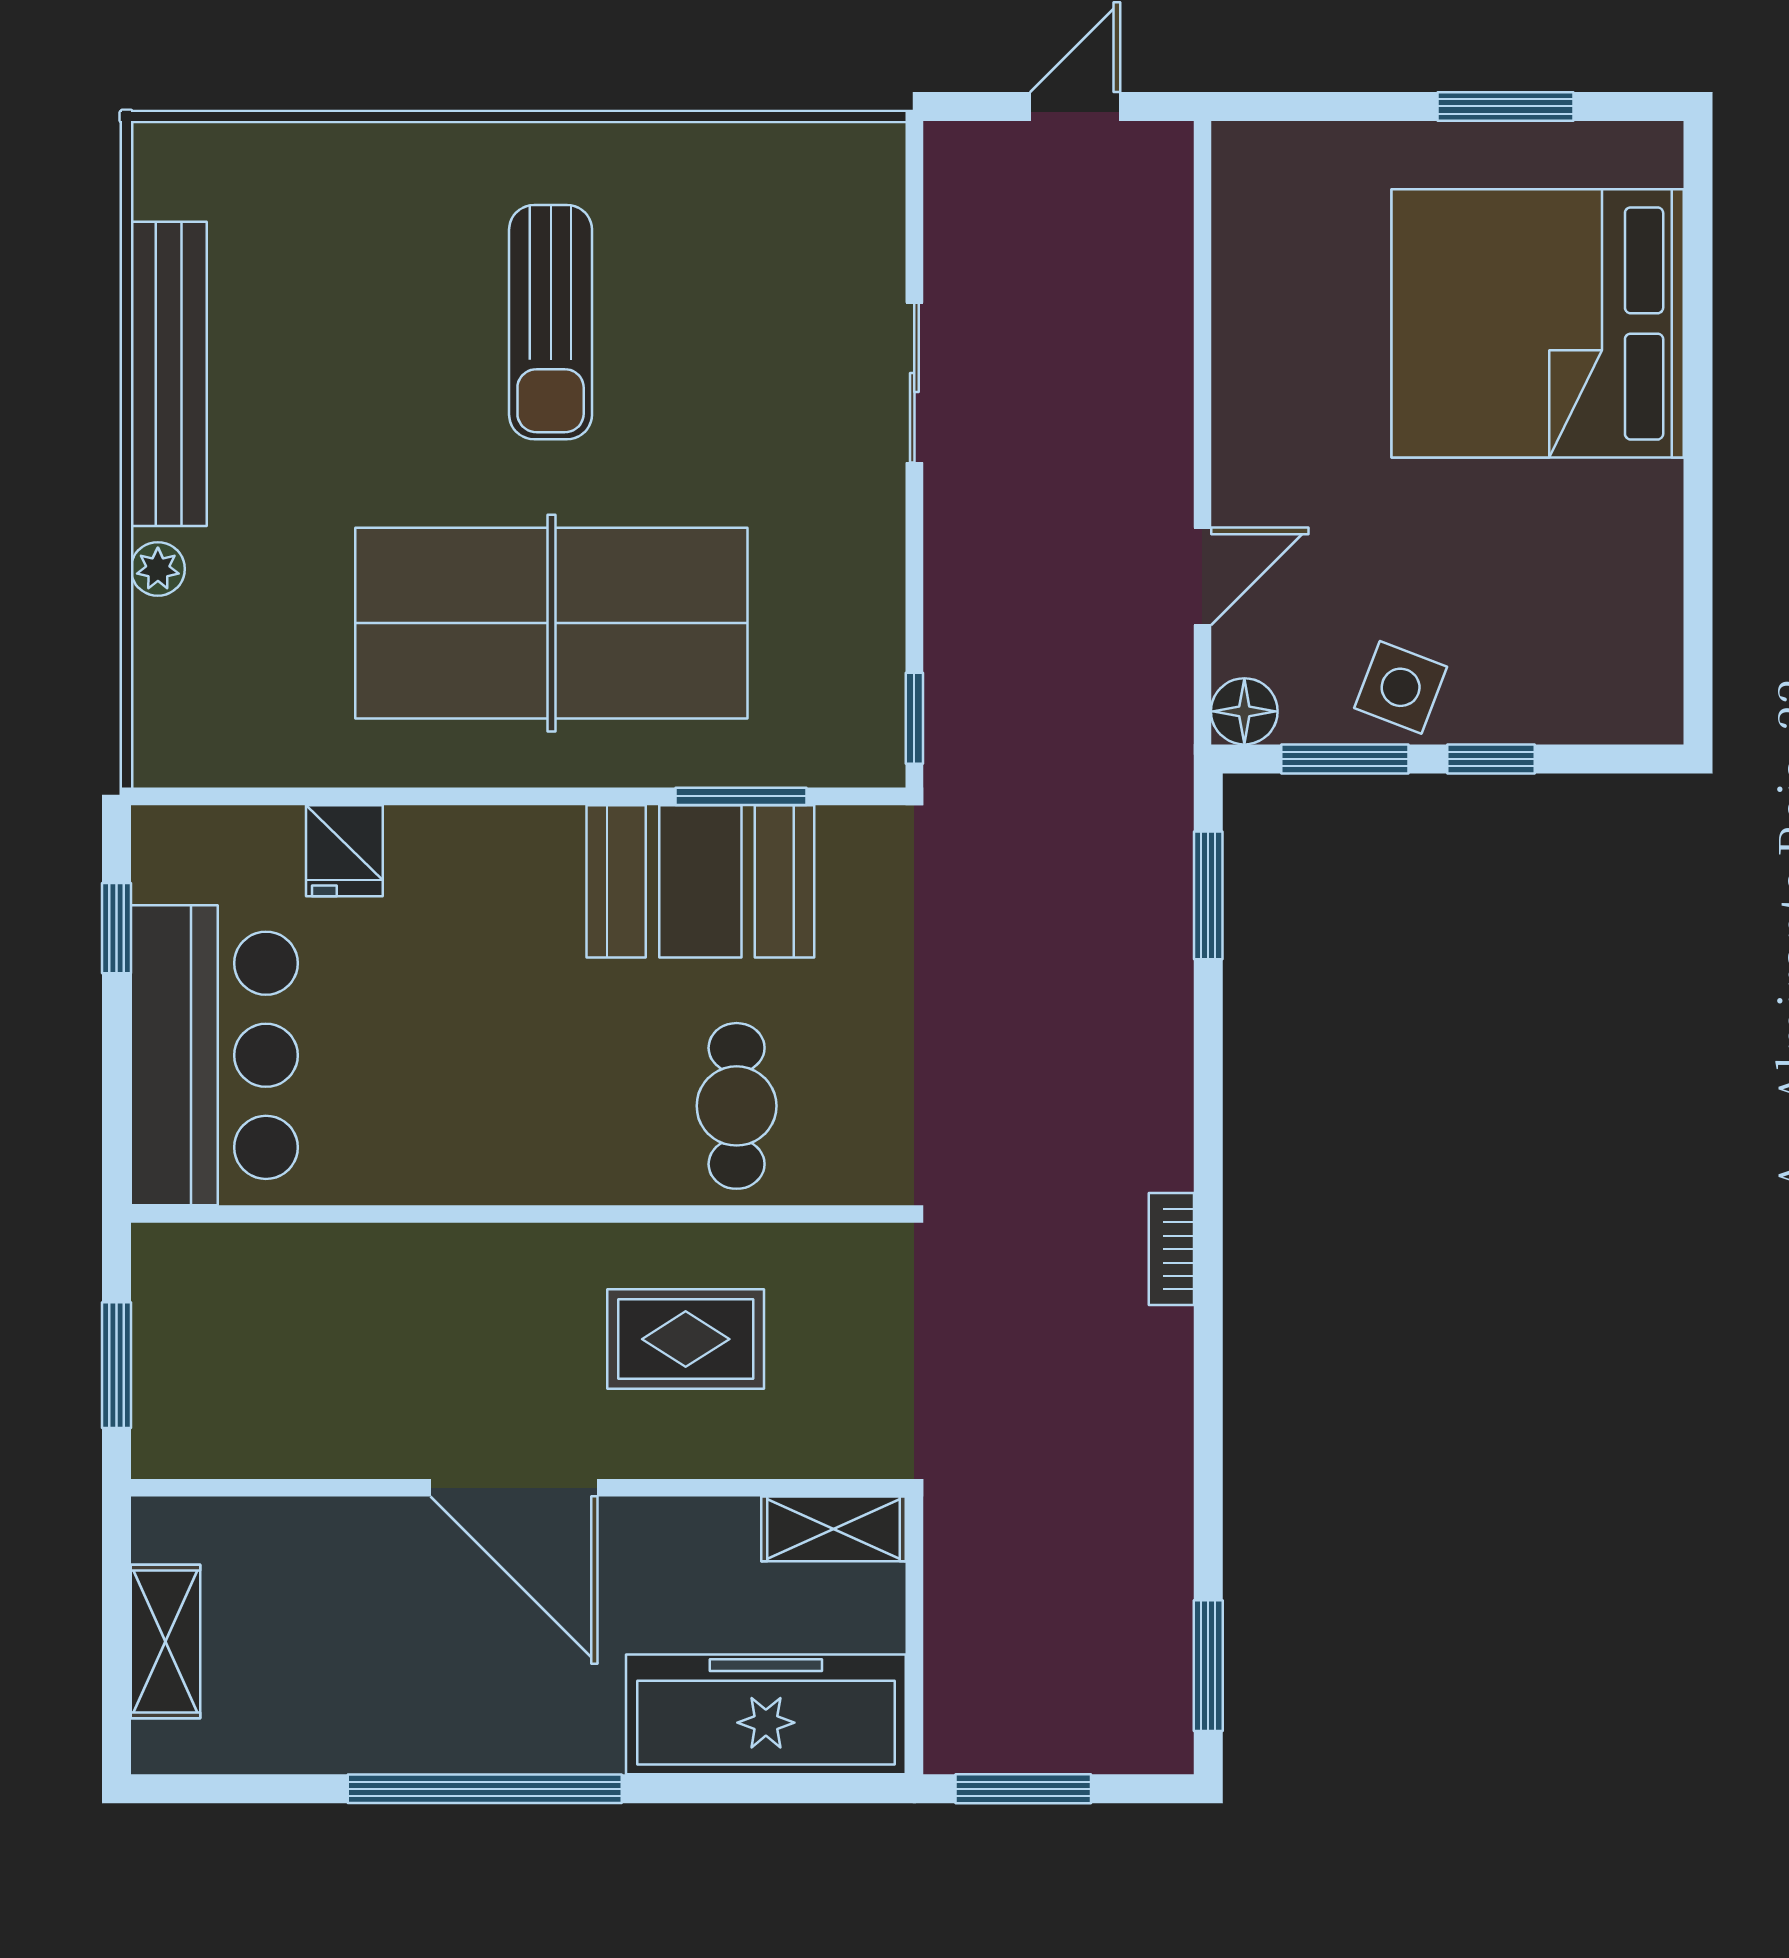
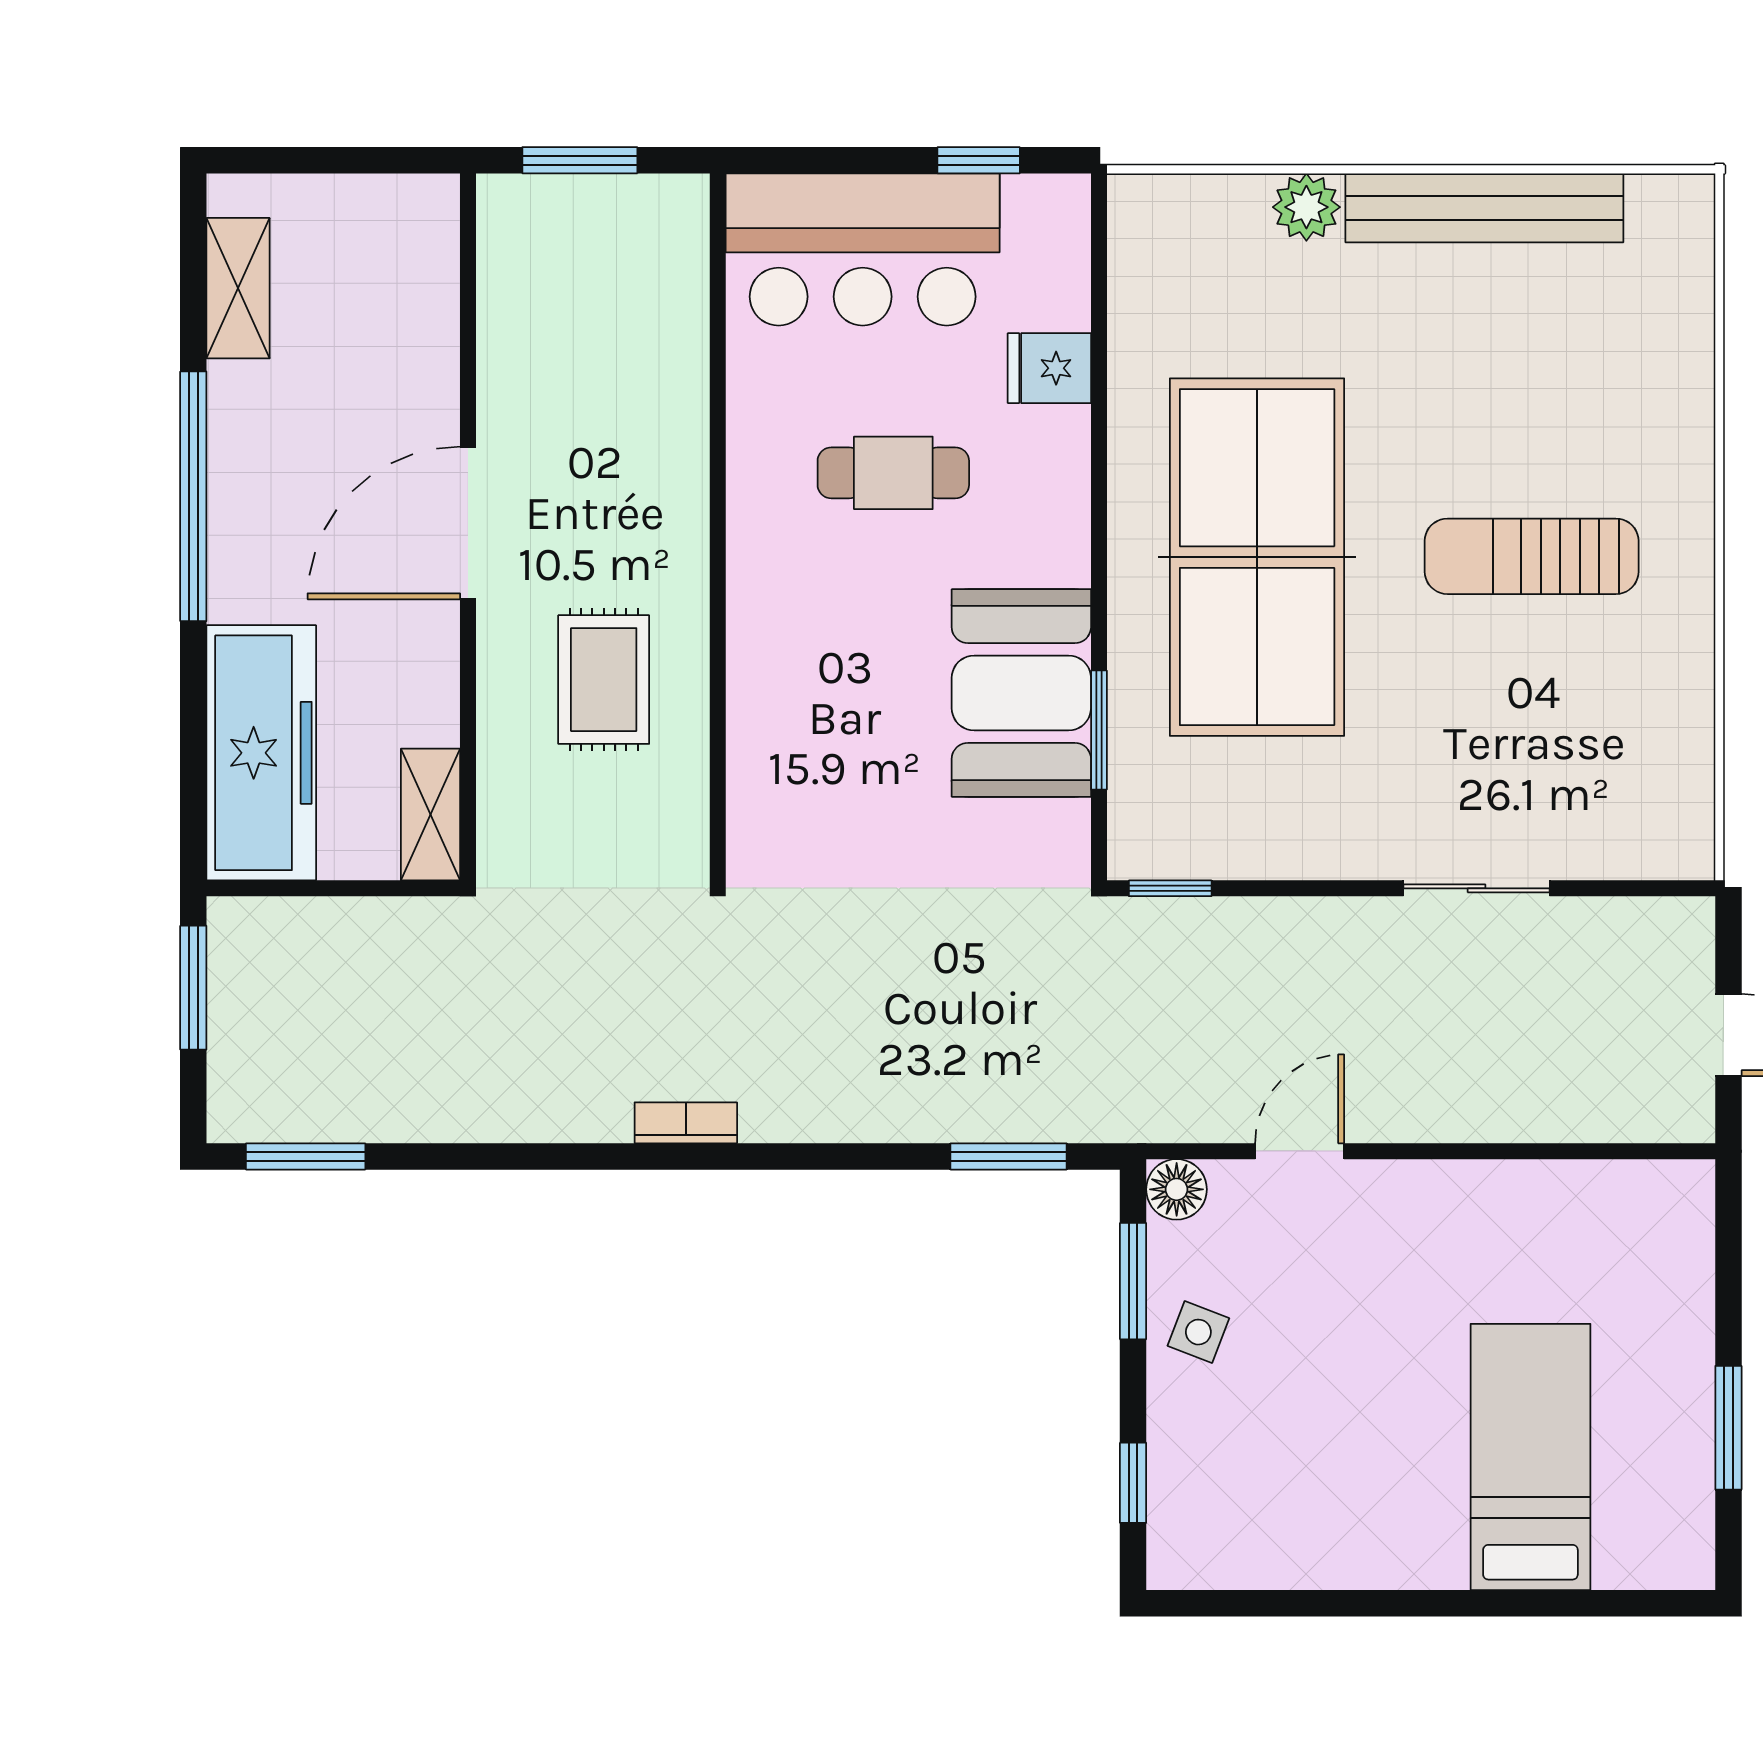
bed: (1538, 323) -> (1530, 1457), width x0.49
plant: (158, 569) -> (1306, 207), width x1.38, depth x1.38
door: (1202, 576) -> (1300, 1151), swing flipped
side table: (1401, 687) -> (1198, 1332), width x0.73, depth x0.73
window: (1491, 759) -> (1133, 1483), moved
cafe table: (737, 1106) -> (893, 473), moved
shelving: (165, 1641) -> (238, 288), moved, turned 90

